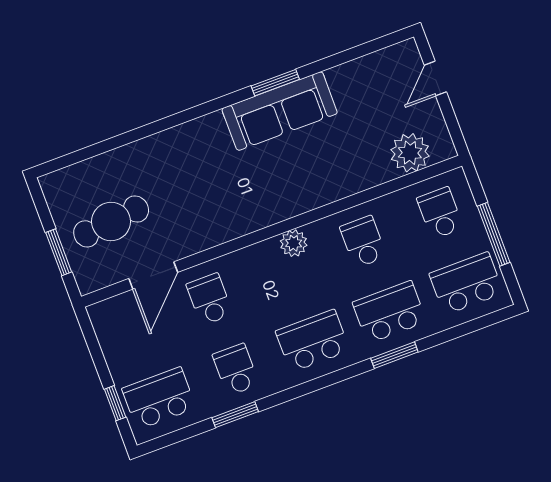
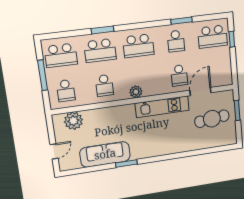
sofa: (280, 111) -> (105, 154), moved
kitchen unit: (229, 224) -> (162, 107), added

